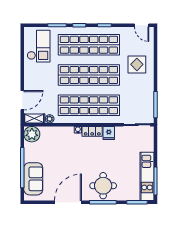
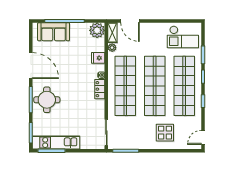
fridge: (109, 133) -> (98, 58), moved

